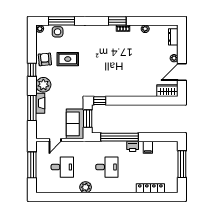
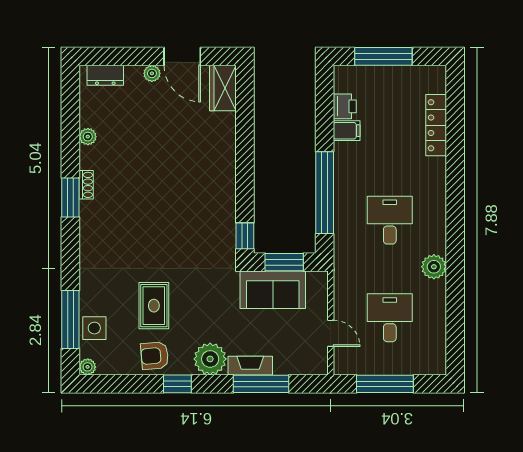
sofa: (75, 124) -> (273, 290), moved
printer: (133, 146) -> (345, 106), moved

